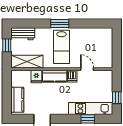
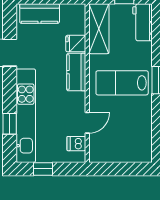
dishwasher: (72, 76) -> (76, 144), moved
kitchen unit: (91, 109) -> (26, 116), width x1.36

